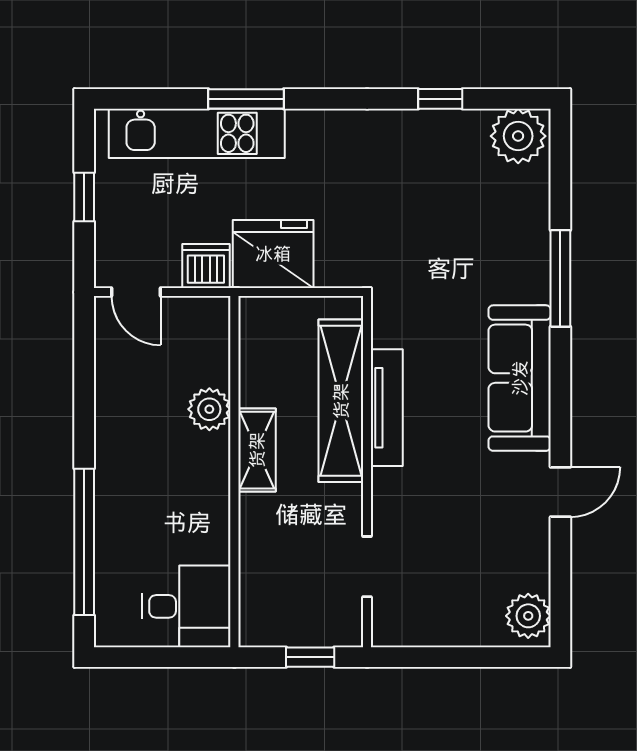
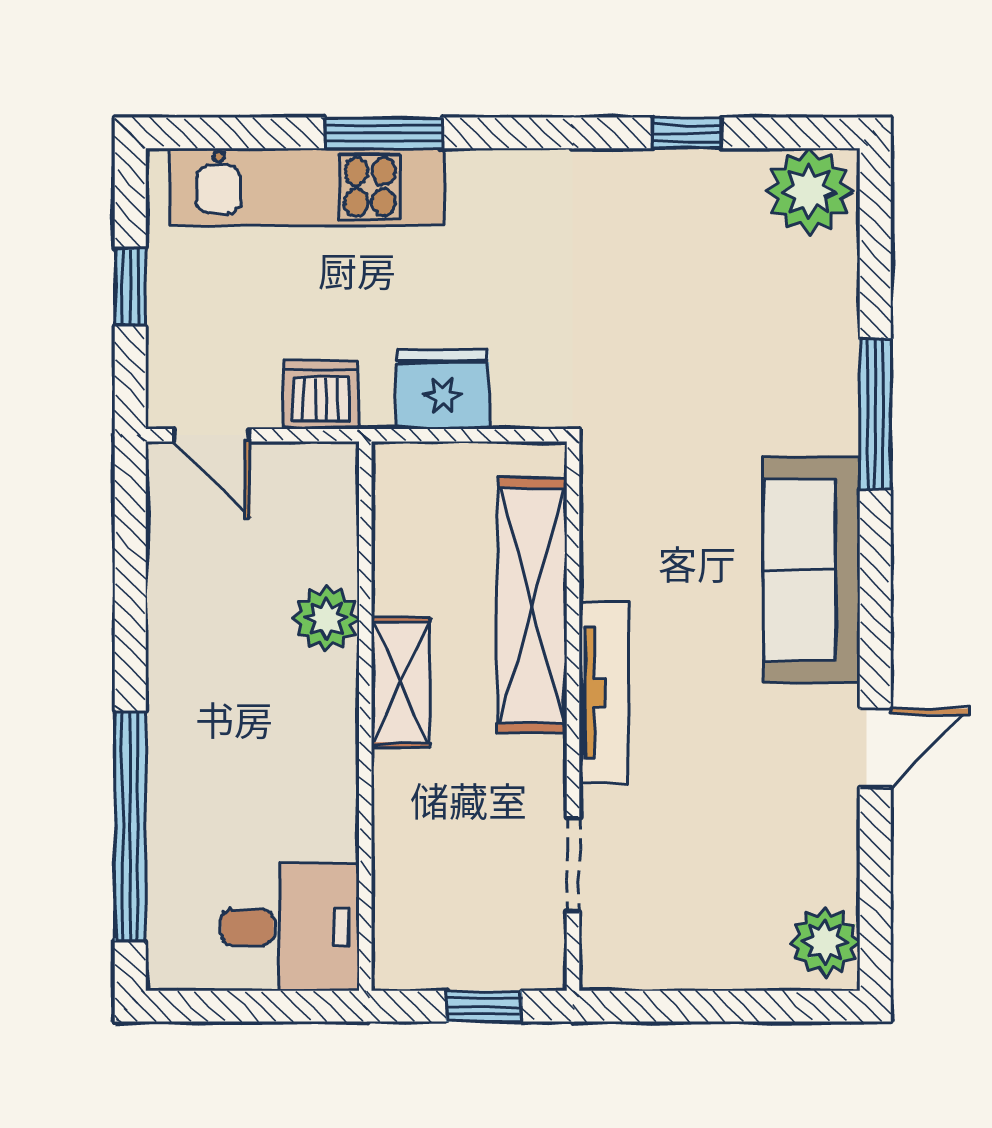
fridge: (273, 254) -> (443, 389), width x0.73, depth x0.75
tv unit: (387, 408) -> (604, 693), moved

